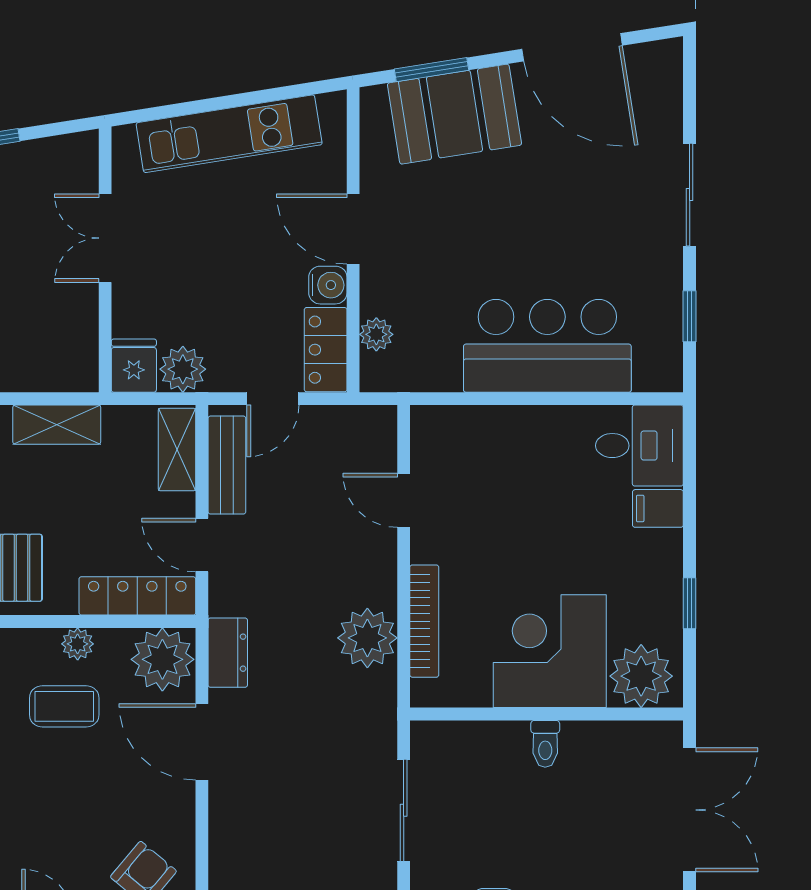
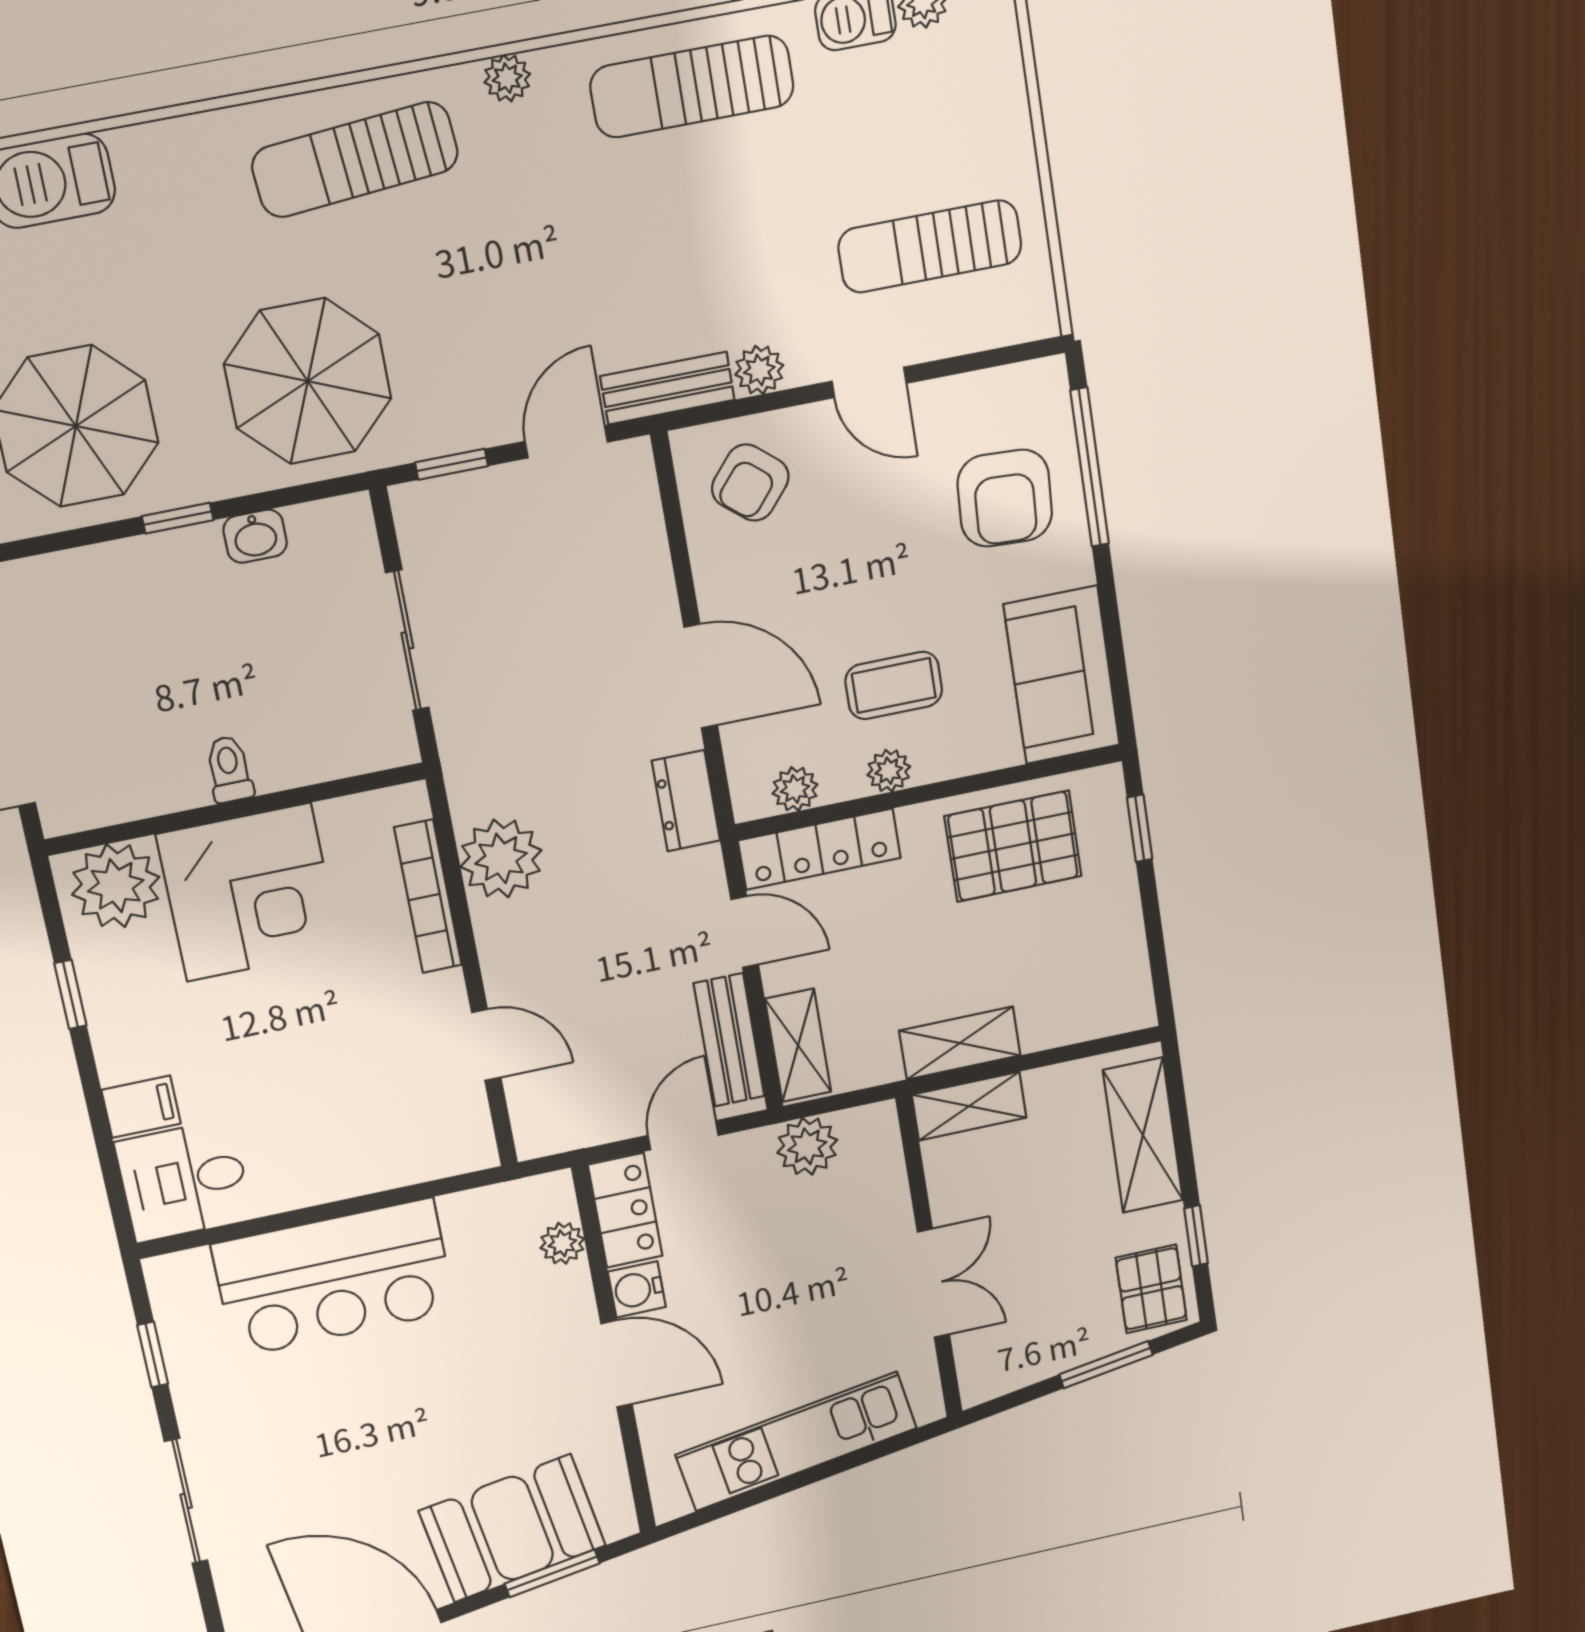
fridge: (134, 366) -> (871, 1137), removed
shelving: (57, 374) -> (969, 1106), added
plant: (162, 659) -> (795, 789), width x0.53, depth x0.53

